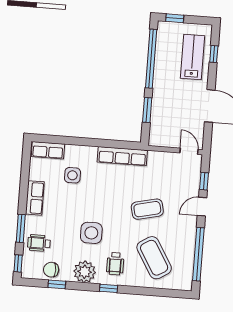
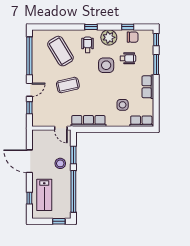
stool: (167, 100) -> (60, 163), added
door: (189, 151) -> (61, 128), moved
wheelchair: (39, 243) -> (128, 58), moved

